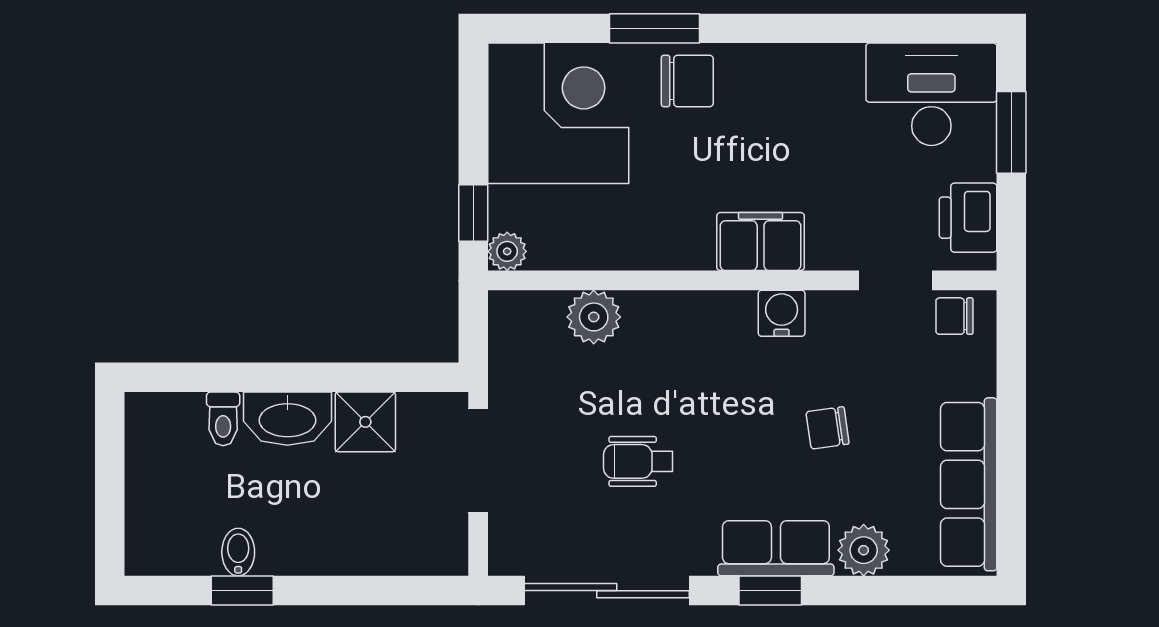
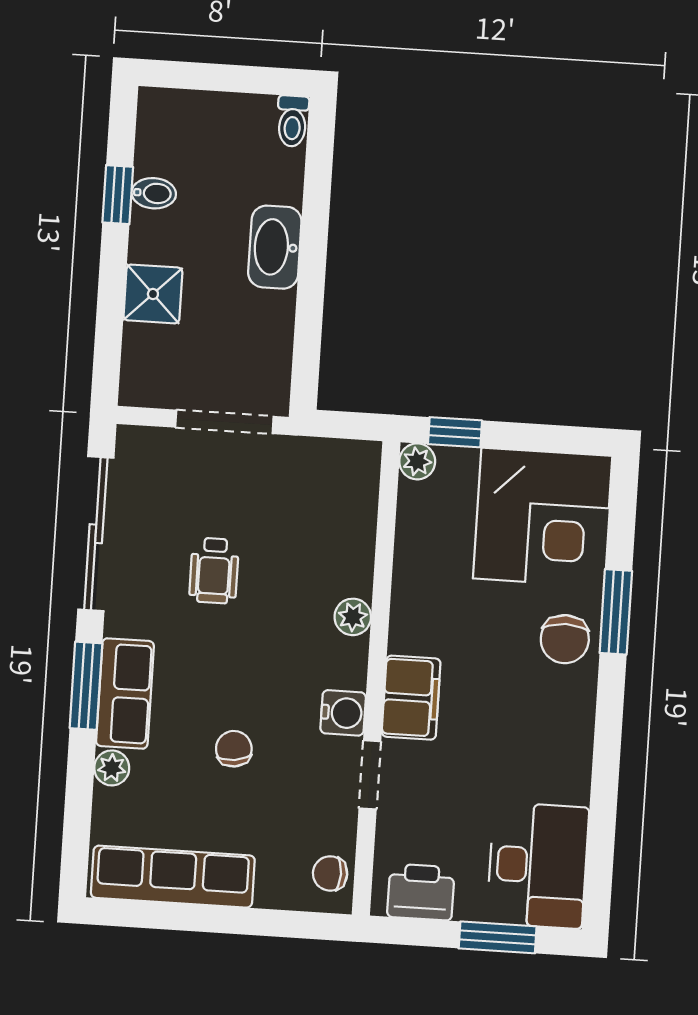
doorway: (896, 280) -> (370, 775), moved
chair: (954, 316) -> (330, 873), turned -90
plant: (594, 317) -> (353, 617), moved, width x0.73, depth x0.73
toilet: (223, 419) -> (293, 121), moved, turned -90
shower: (365, 422) -> (153, 294), moved
wheelchair: (638, 461) -> (214, 571), turned 180
plant: (864, 550) -> (112, 768), width x0.73, depth x0.73
window: (770, 591) -> (86, 686), width x1.50

